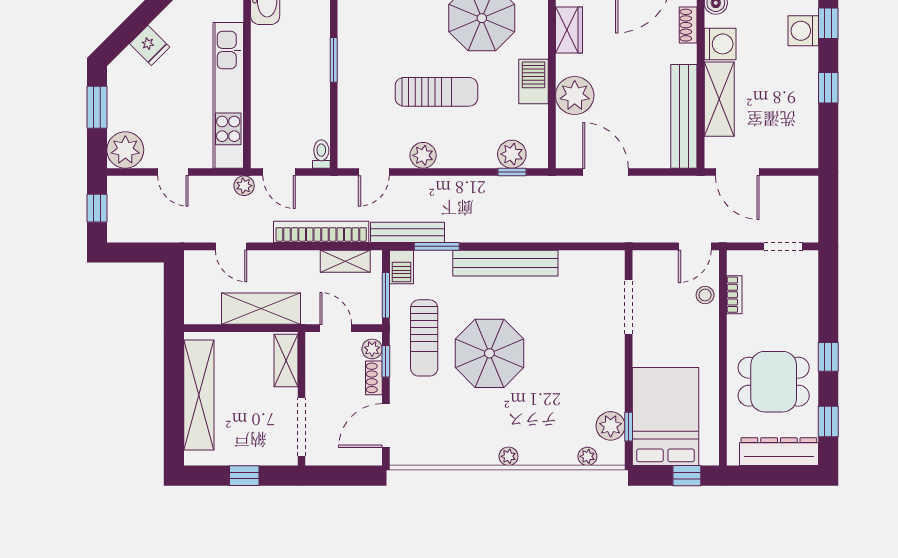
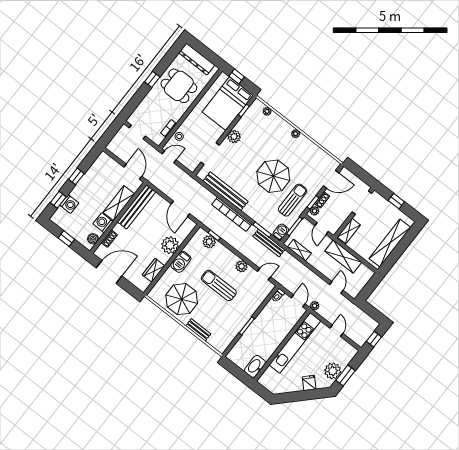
plant: (125, 150) -> (333, 371), moved
bookcase: (321, 232) -> (232, 214), moved
bench: (505, 263) -> (226, 191), moved
window: (828, 422) -> (170, 56), removed
plant: (611, 426) -> (234, 136), moved

